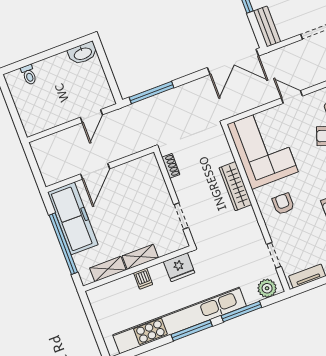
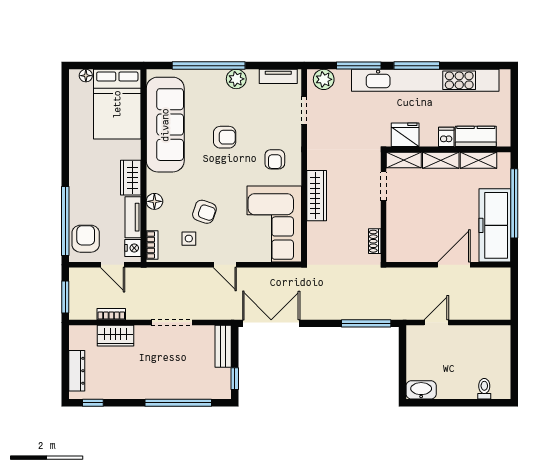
shelving: (172, 245) -> (404, 160), added
kitchen counter: (118, 289) -> (476, 136), added

